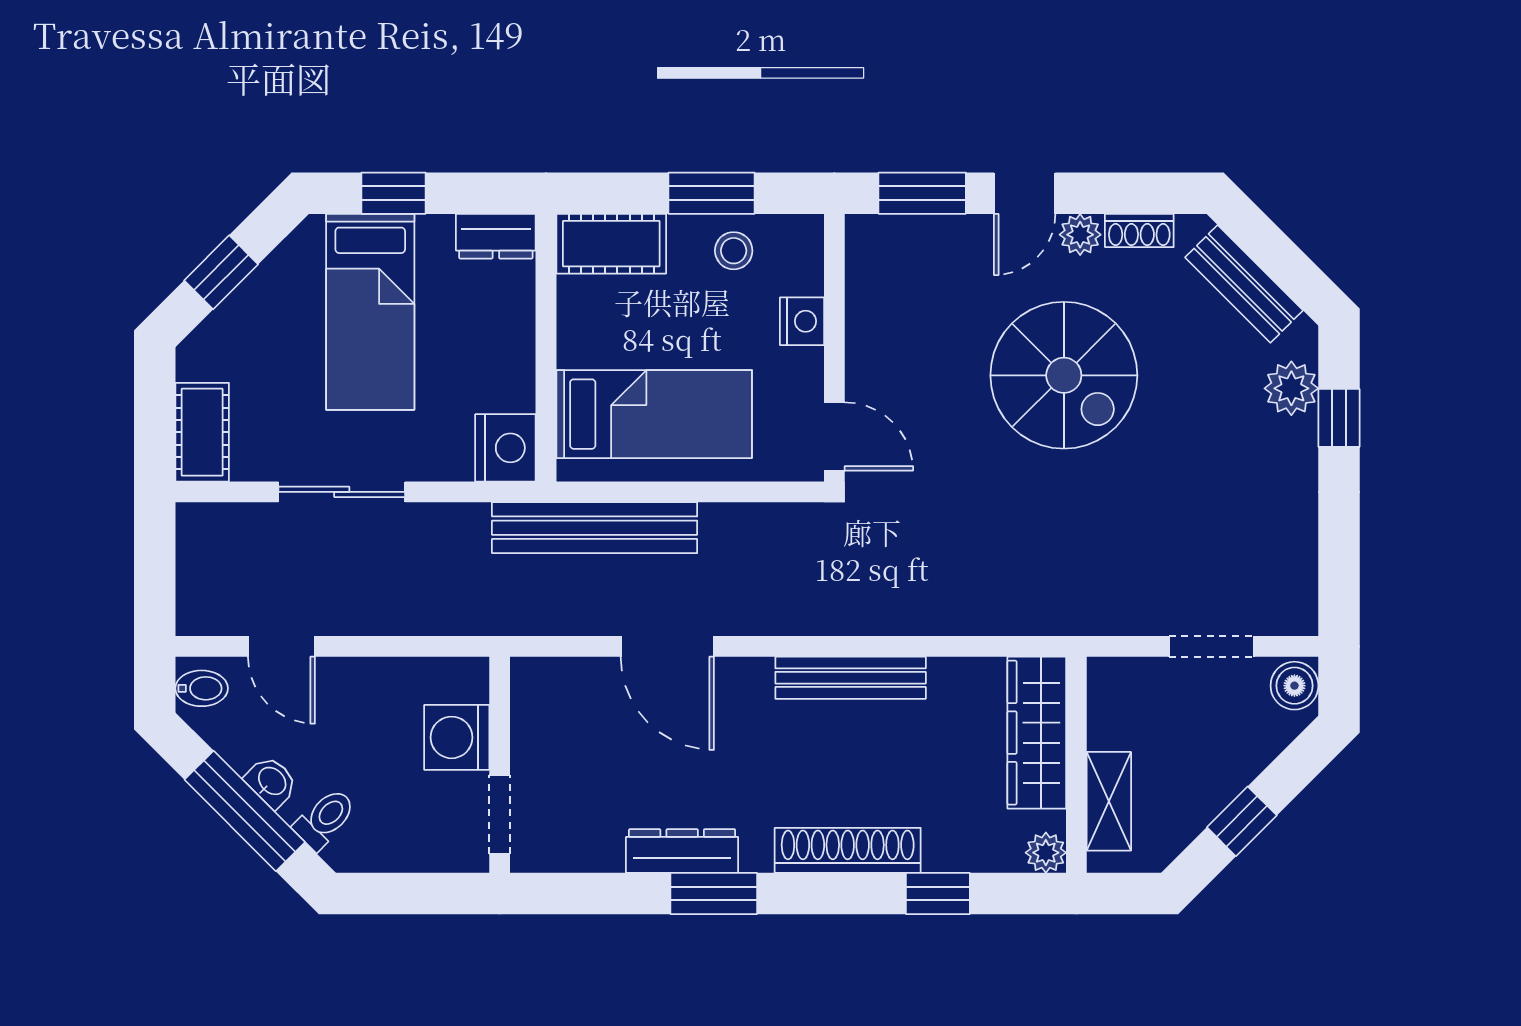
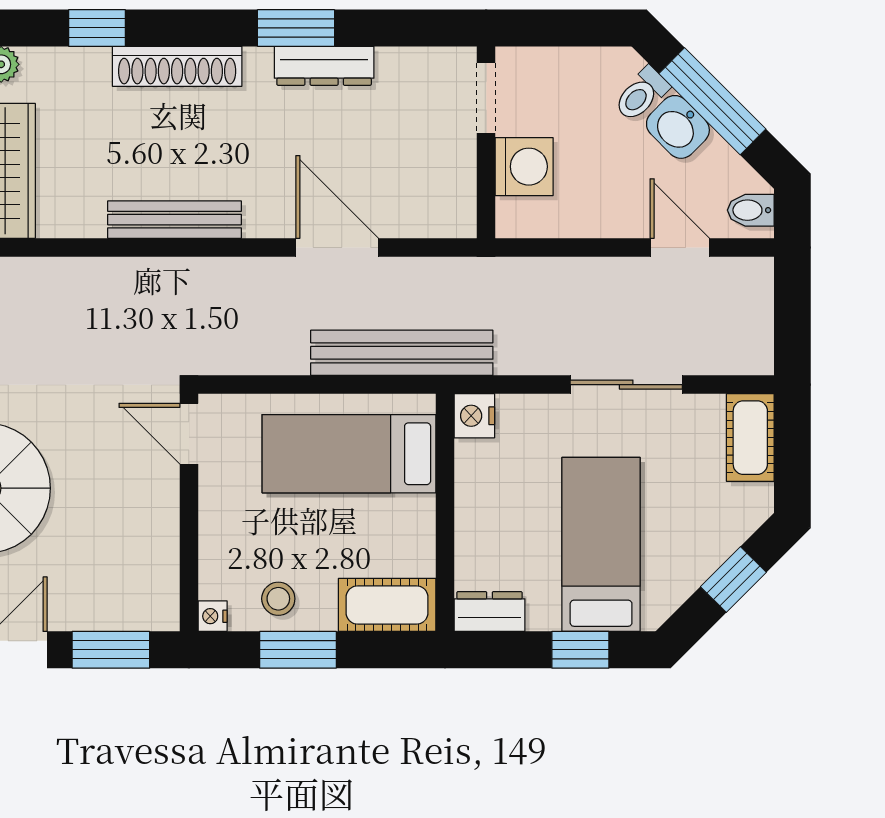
nightstand: (802, 321) -> (213, 616), moved, width x0.72, depth x0.74
nightstand: (505, 448) -> (474, 416), width x0.74, depth x0.75
washbasin: (271, 782) -> (678, 127), width x1.38, depth x1.45

